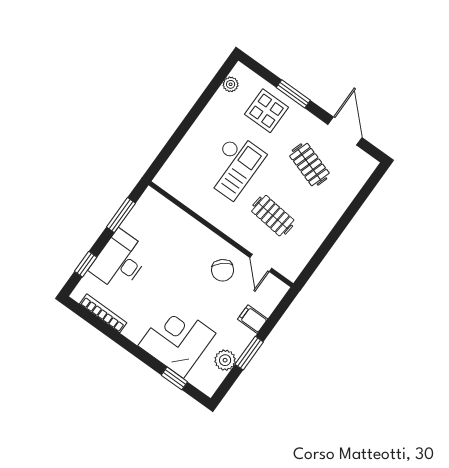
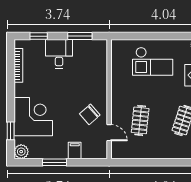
checkout: (234, 166) -> (153, 61), moved
desk: (120, 261) -> (59, 54), width x0.73
door: (261, 263) -> (109, 133), swing flipped
plant: (225, 360) -> (21, 152), moved

